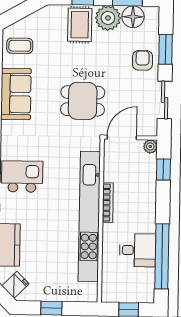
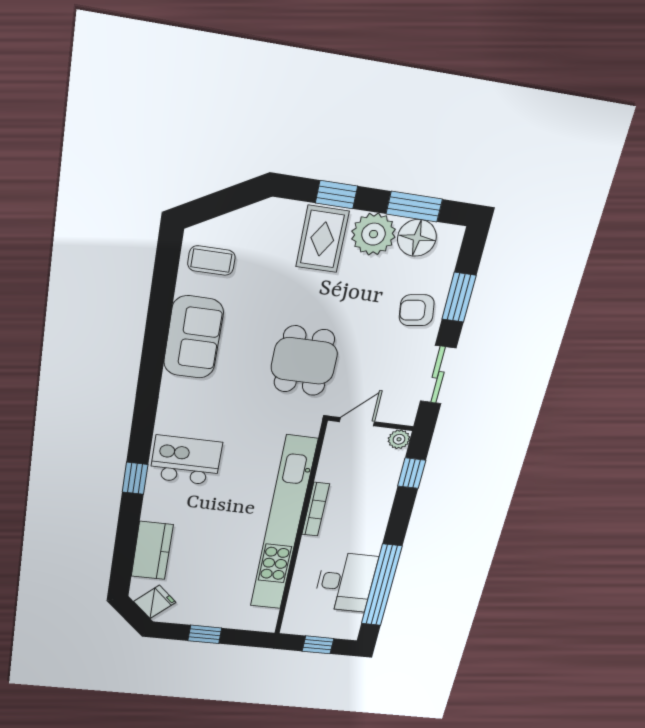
armchair: (142, 60) -> (417, 310), turned -98
dining table: (83, 101) -> (304, 361), turned 90
door: (122, 137) -> (357, 422), width x0.73
desk: (137, 250) -> (345, 582), width x1.37

